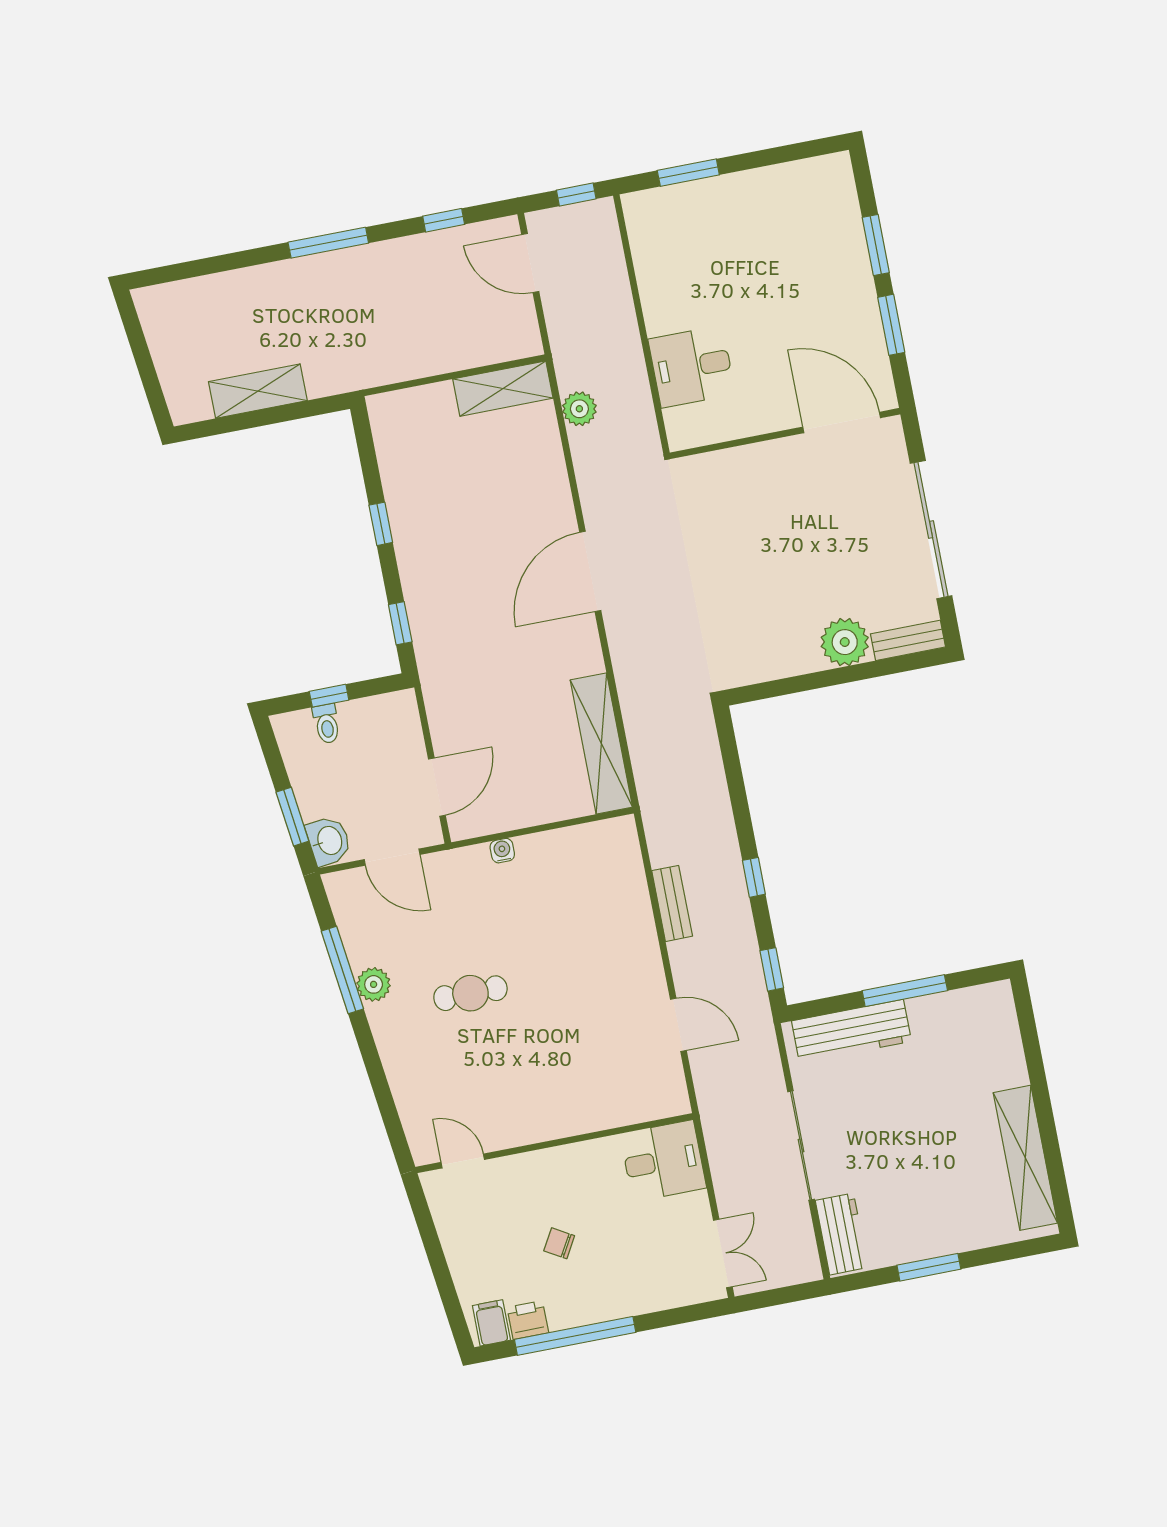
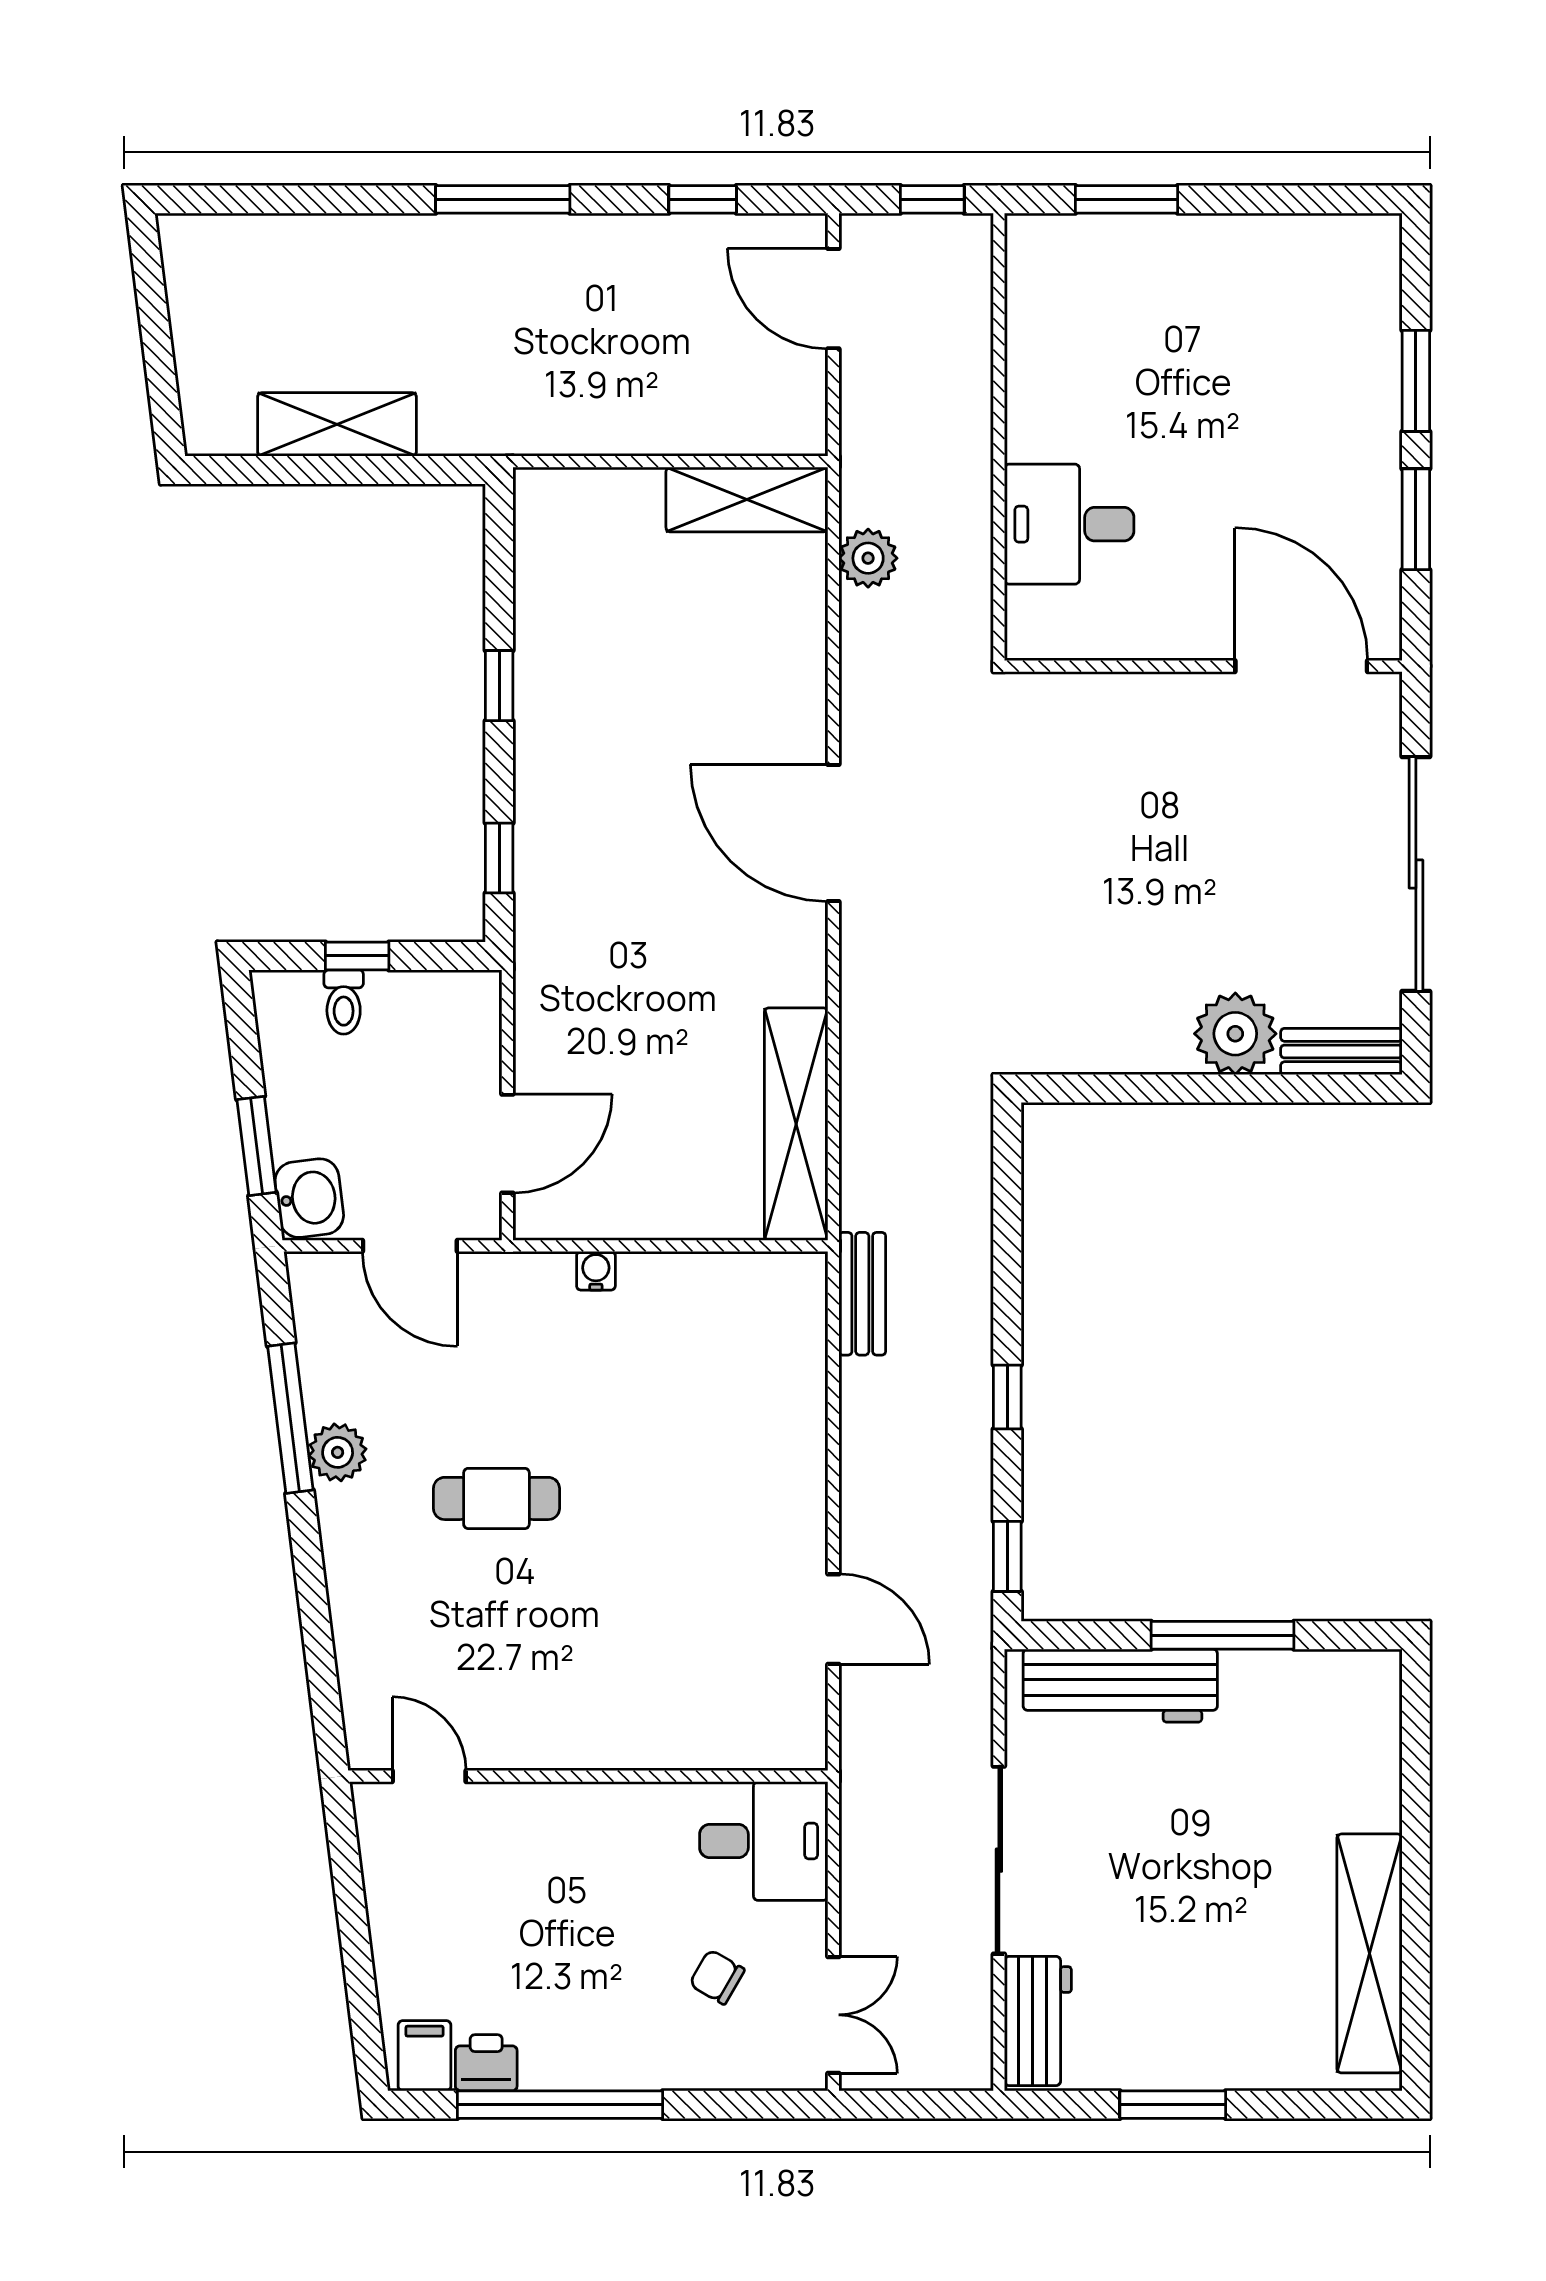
door: (590, 571) -> (833, 833), hinge flipped
bench: (672, 903) -> (862, 1294), moved
chair: (559, 1243) -> (717, 1977), moved

